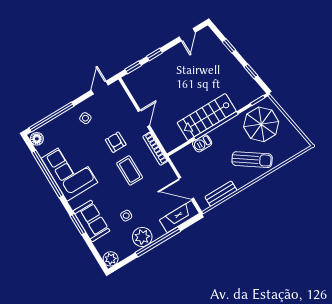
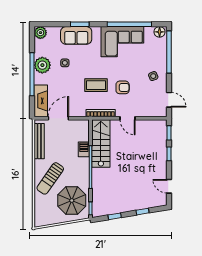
stairs: (207, 117) -> (101, 144), moved
bench: (221, 194) -> (39, 141), width x1.36

